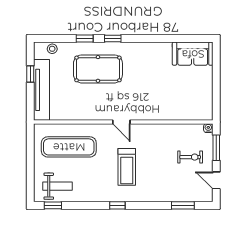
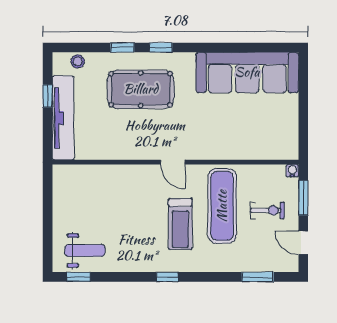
sofa: (193, 54) -> (247, 72), width x1.85, depth x1.27
exercise mat: (69, 147) -> (222, 206), moved, turned 90

